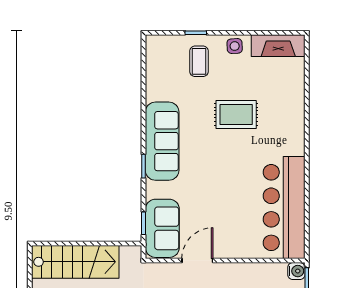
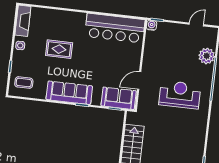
coffee table: (199, 61) -> (24, 83), moved
rug: (236, 114) -> (59, 49), turned 90
door: (197, 261) -> (139, 81), hinge flipped

